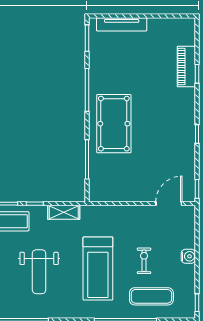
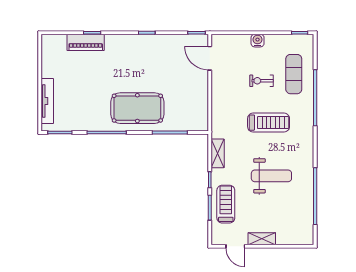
treadmill: (98, 268) -> (269, 123), width x0.73, depth x0.73

